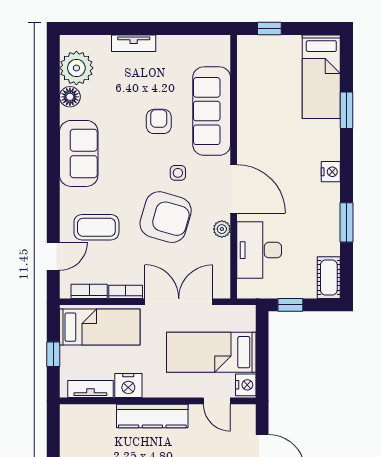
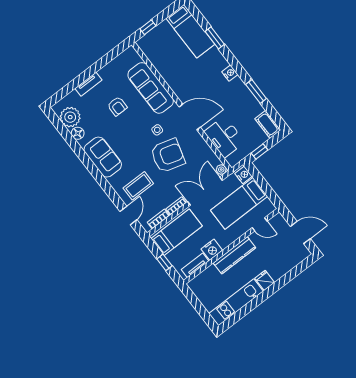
armchair: (159, 121) -> (117, 106), moved, turned 180
plant: (222, 229) -> (221, 170), moved
nightstand: (246, 385) -> (244, 175), moved

